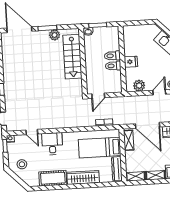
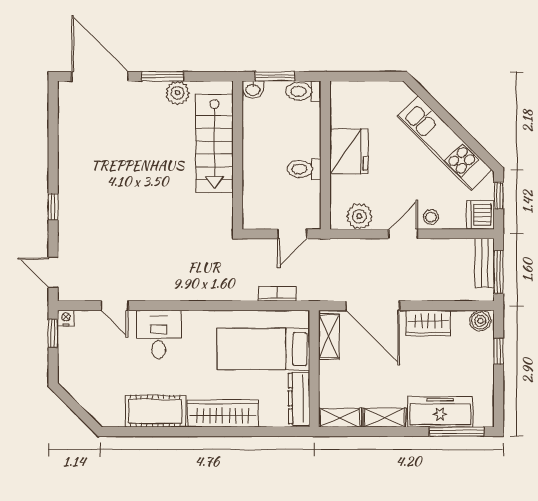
toilet: (112, 56) -> (303, 91), moved
fridge: (131, 62) -> (349, 152), width x1.88, depth x1.34
door: (98, 96) -> (292, 234), moved
stool: (22, 164) -> (88, 376), removed

